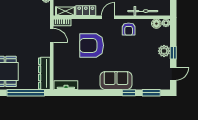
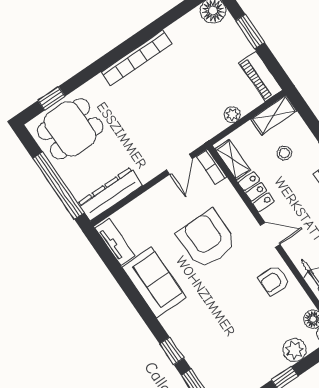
plant: (164, 51) -> (294, 350), moved
sofa: (116, 80) -> (154, 282), moved

